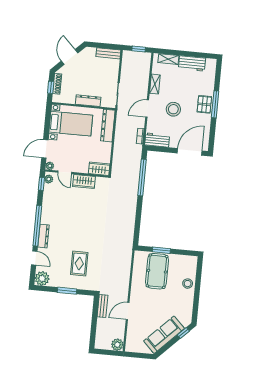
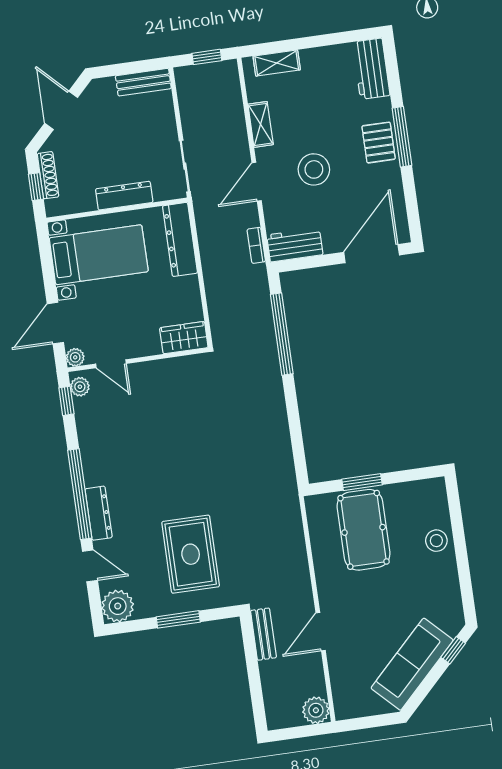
workbench: (192, 63) -> (371, 69), moved, turned 90
wardrobe: (84, 182) -> (158, 373), removed
rug: (79, 264) -> (191, 554), width x1.36, depth x1.43

